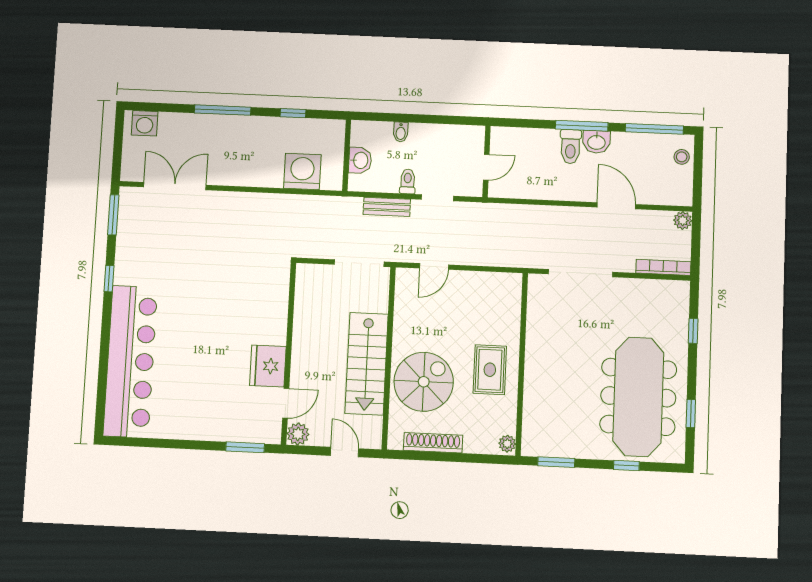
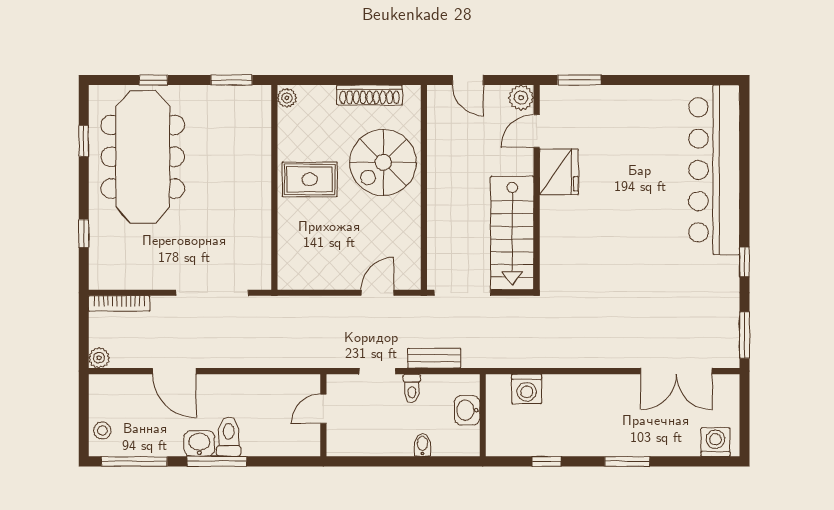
window: (223, 110) -> (627, 461), width x0.69
washing machine: (302, 172) -> (527, 389), width x0.73, depth x0.73
stairs: (367, 364) -> (512, 233), moved, turned 180
rug: (490, 370) -> (310, 179), turned 90

